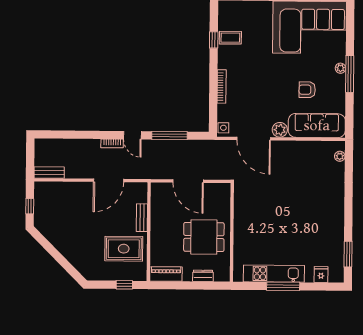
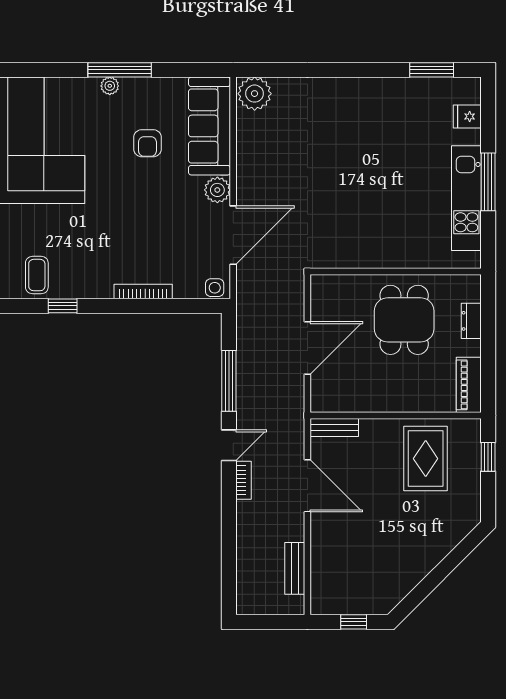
coffee table: (230, 38) -> (37, 275), moved
plant: (340, 156) -> (255, 94), width x1.88, depth x1.88
bench: (49, 172) -> (295, 568), moved
bench: (142, 218) -> (334, 428), moved

